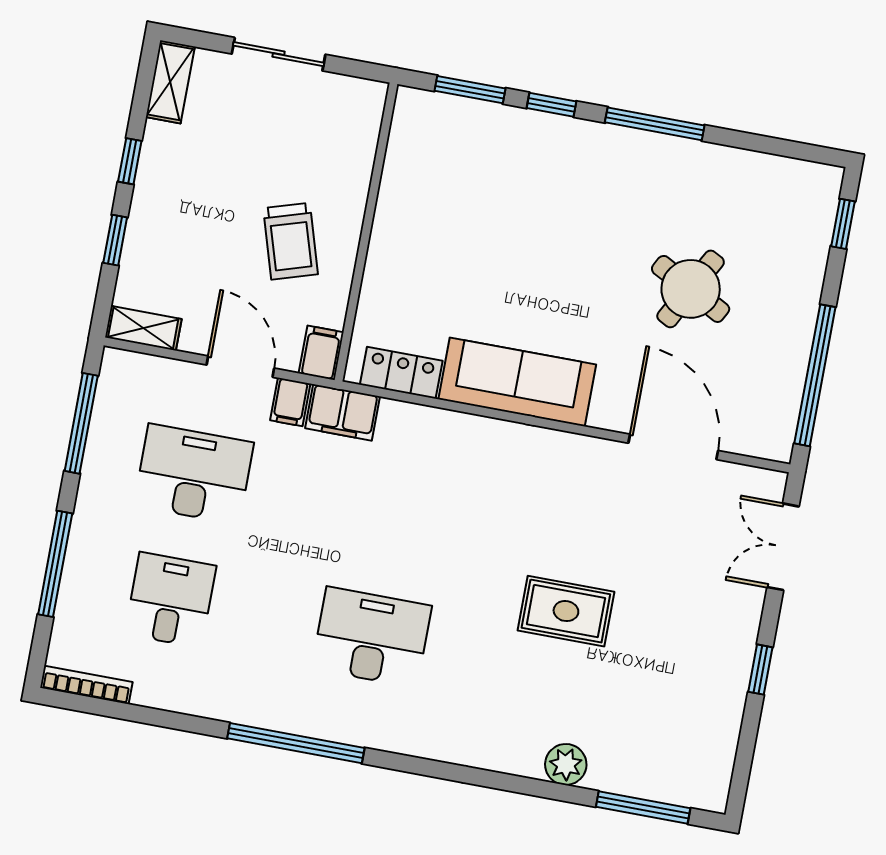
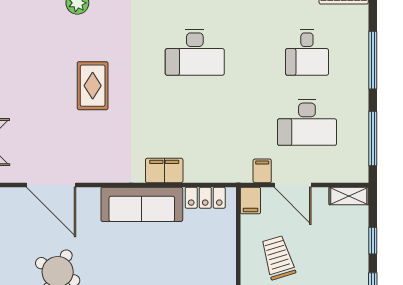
filing cabinet: (343, 412) -> (164, 170), moved
rug: (566, 611) -> (93, 86), turned 90

